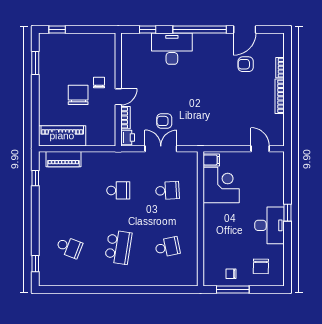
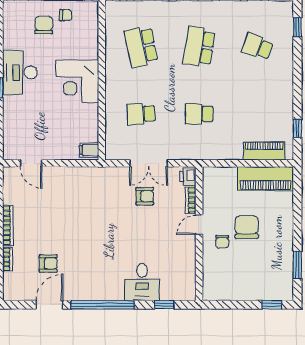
desk: (172, 49) -> (142, 282), width x0.73
chair: (78, 95) -> (247, 227), turned 180
corner desk: (221, 185) -> (77, 81), moved
school desk: (167, 247) -> (141, 47), width x1.85
chair: (261, 266) -> (44, 25), moved

